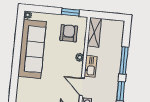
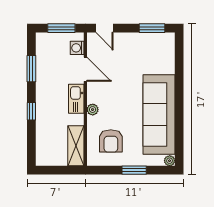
window: (70, 12) -> (134, 170), moved
window: (124, 60) -> (31, 111), width x0.46

